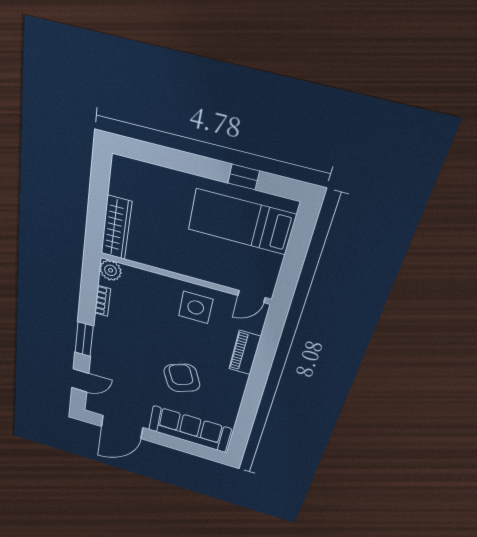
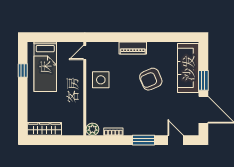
wardrobe: (116, 228) -> (44, 129), moved
door: (251, 297) -> (85, 53), swing flipped
piano: (245, 353) -> (133, 48), moved
window: (166, 441) -> (203, 80), added

